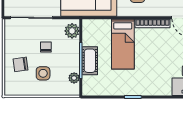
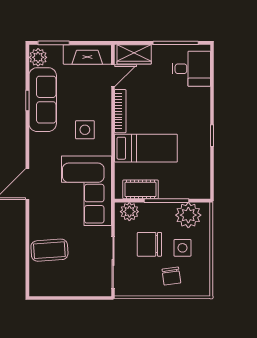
chair: (46, 47) -> (149, 244), width x1.87, depth x1.87
cot: (90, 61) -> (141, 189), moved
plant: (74, 78) -> (188, 215), width x1.88, depth x1.88

